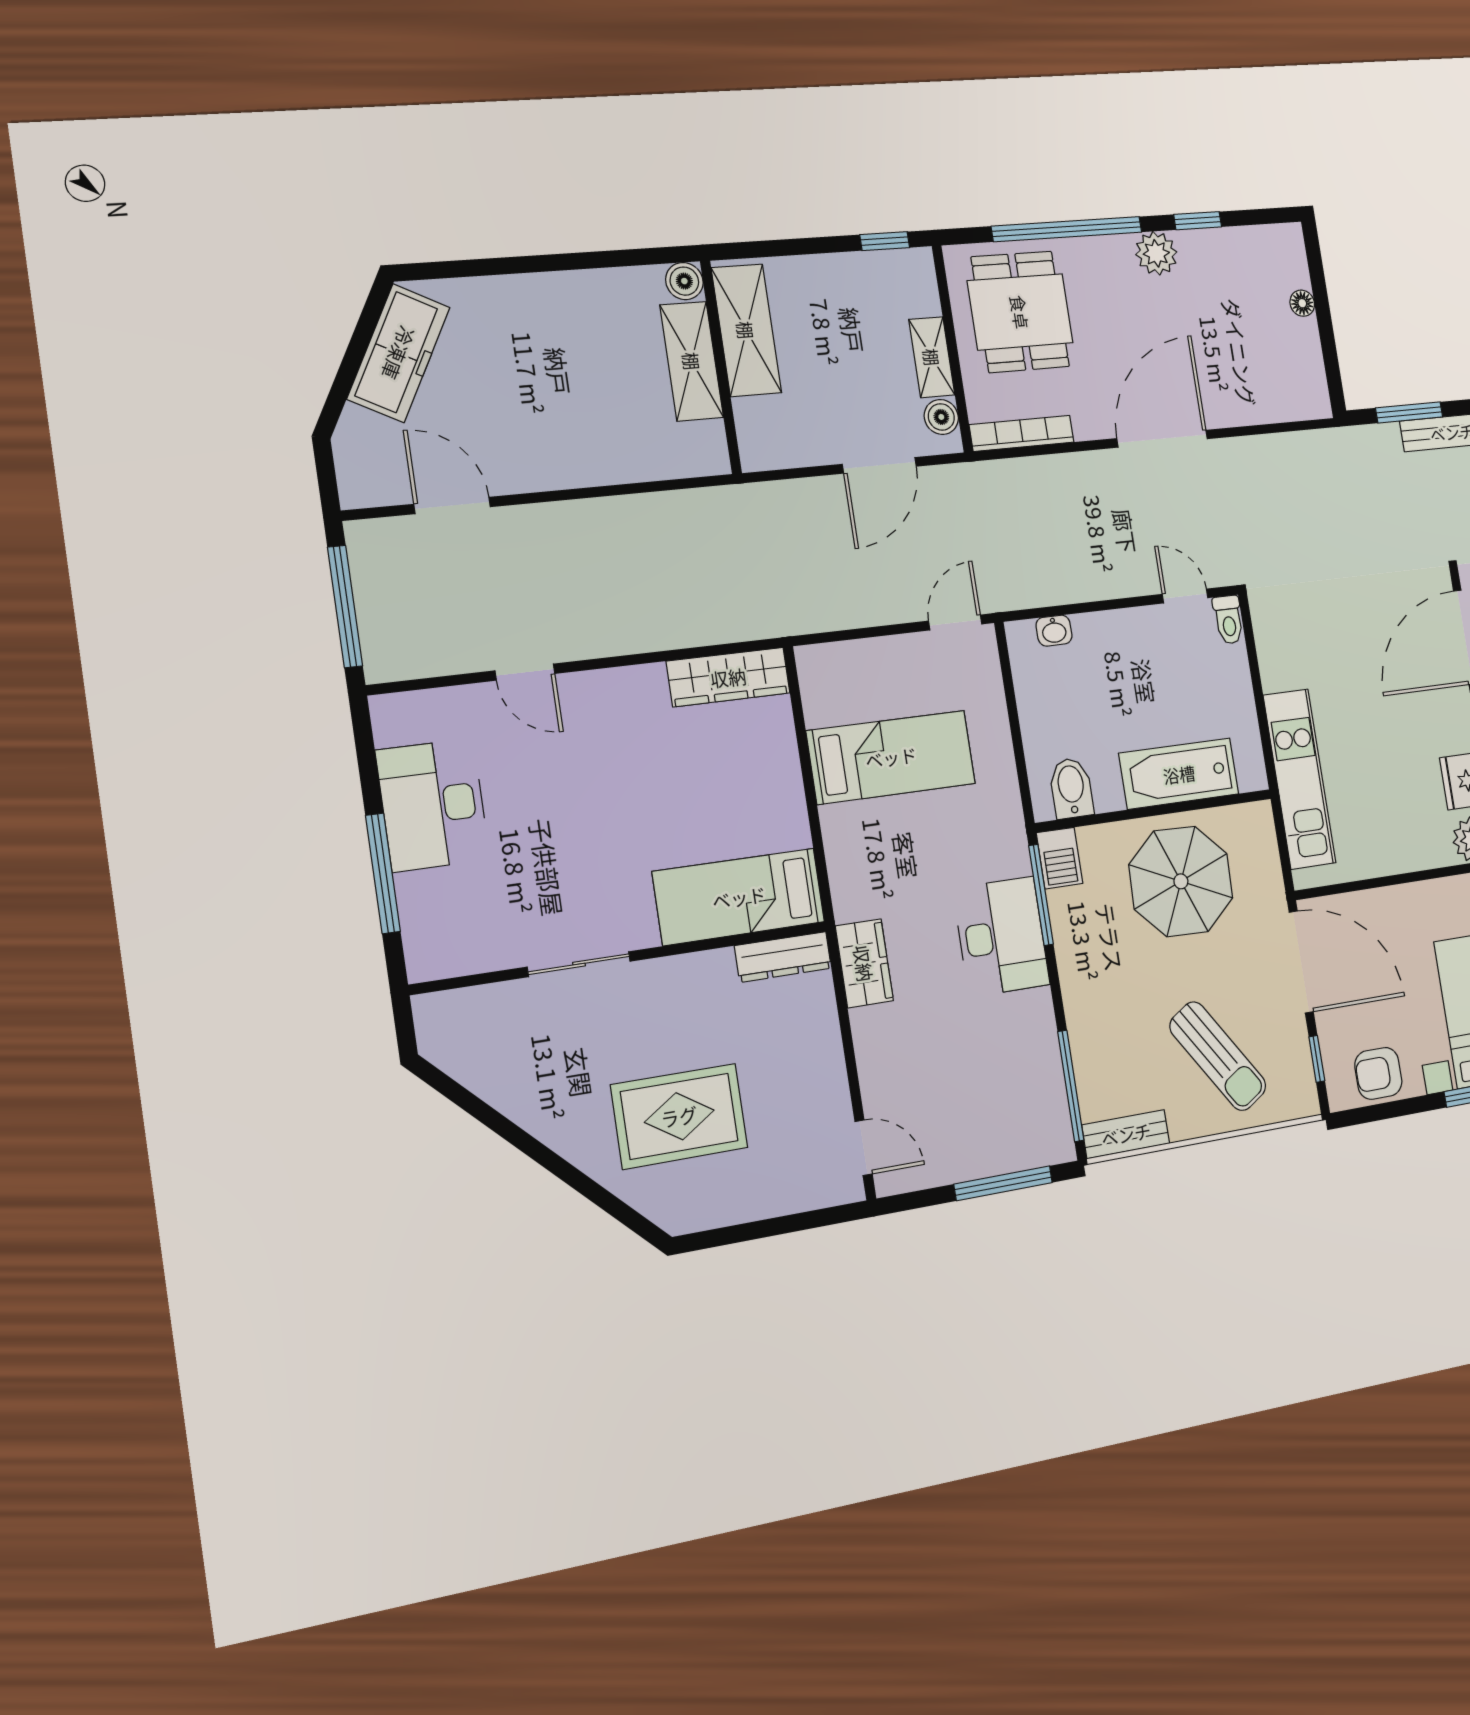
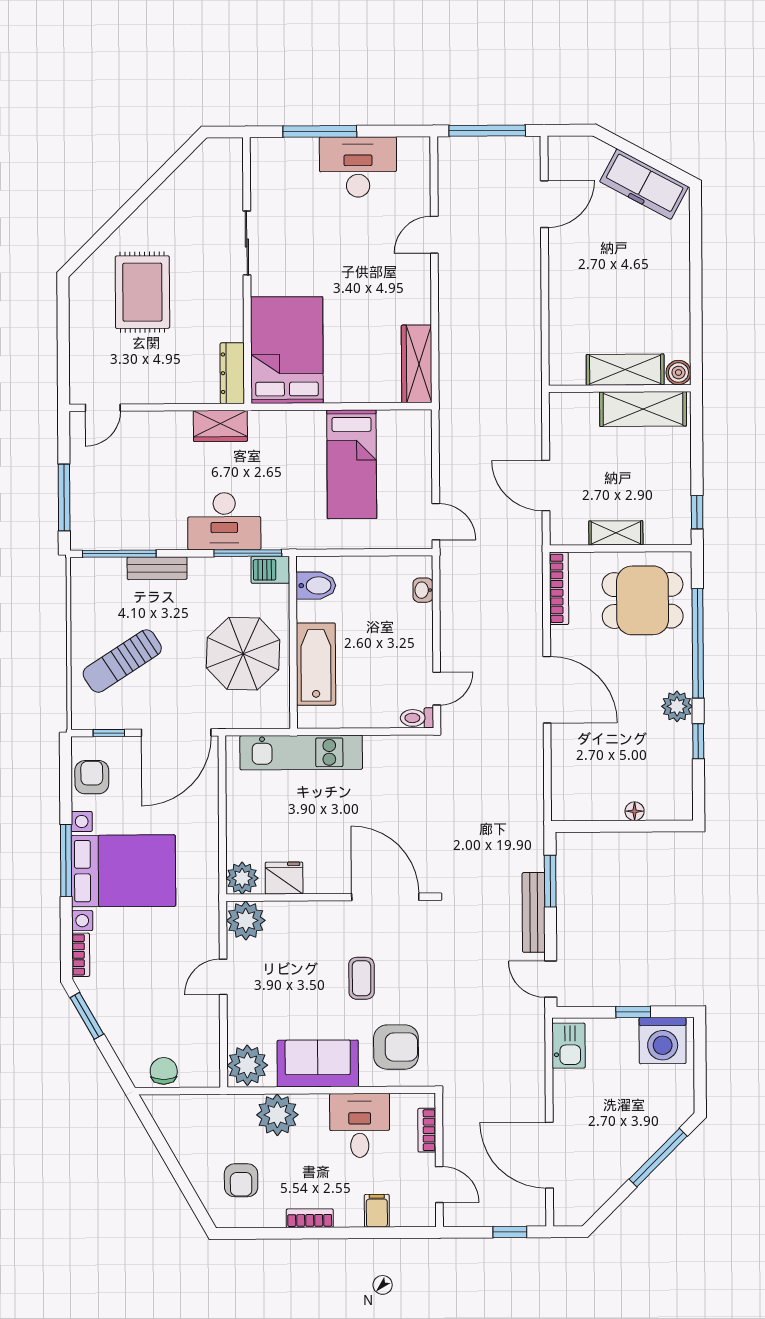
boiler: (941, 417) -> (575, 533), removed
bed: (739, 897) -> (287, 350), width x1.50
bench: (1126, 1134) -> (157, 568), moved, turned 90

